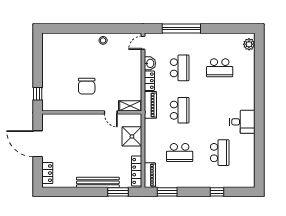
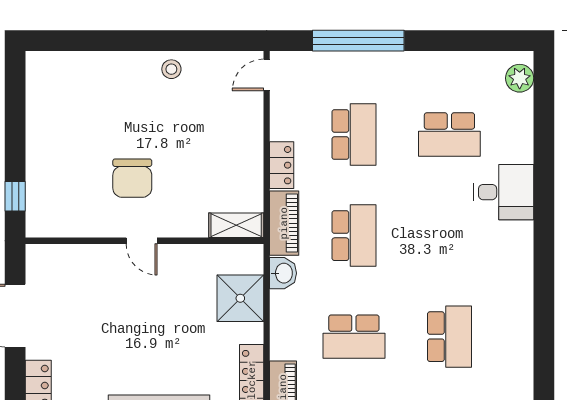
washbasin: (150, 63) -> (283, 273), moved
door: (111, 112) -> (142, 241), moved
desk: (242, 122) -> (504, 192), moved

